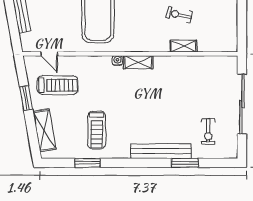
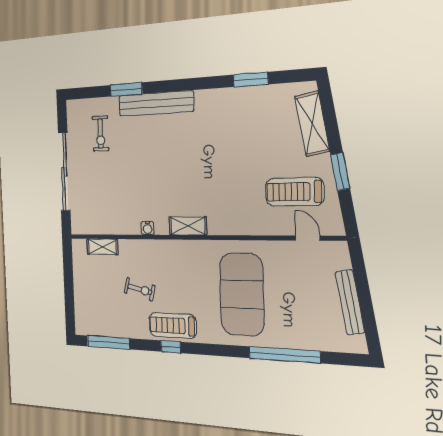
shelving: (183, 46) -> (102, 247), moved
water cooler: (117, 61) -> (148, 228), moved
treadmill: (97, 130) -> (239, 128), removed
exercise bike: (208, 132) -> (100, 134), turned 180

